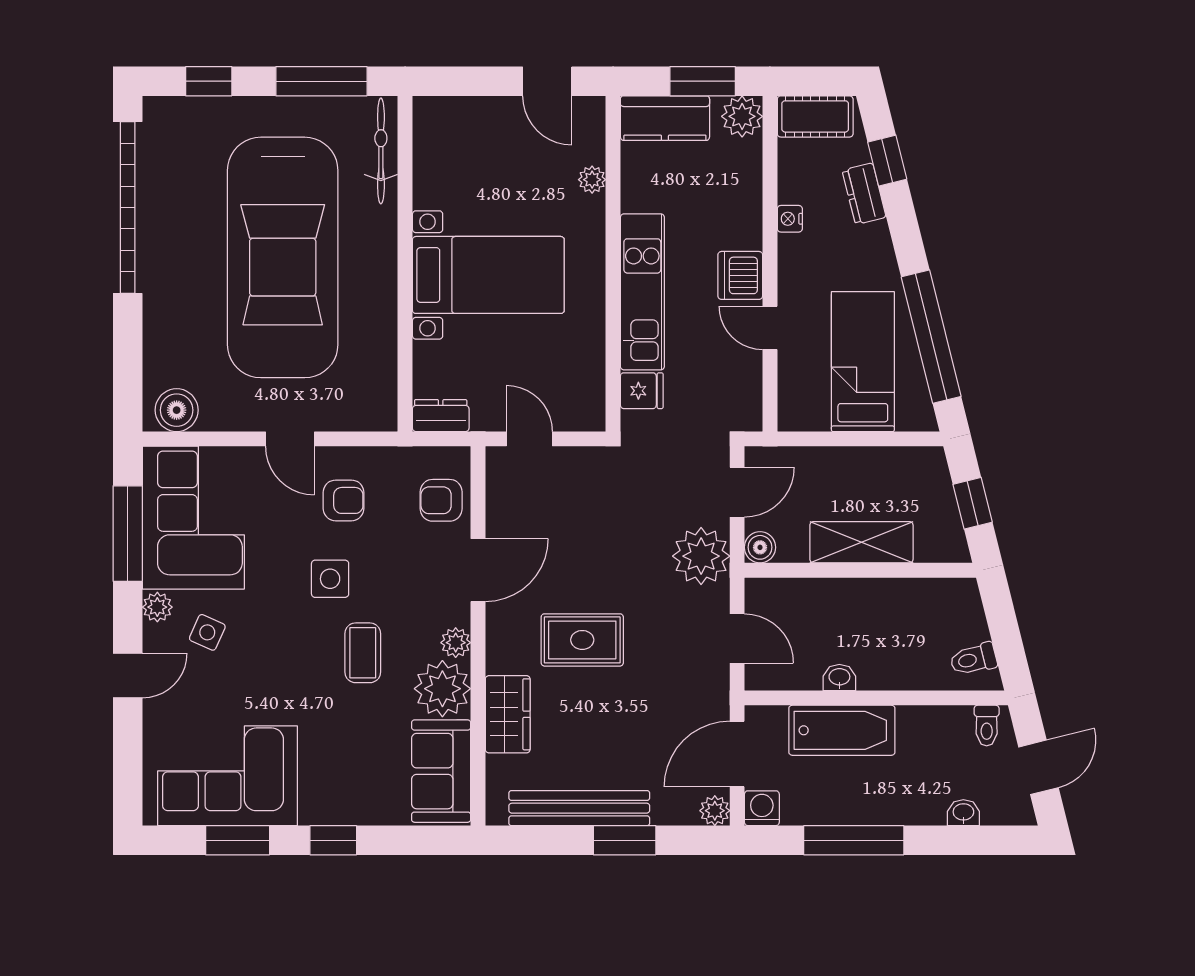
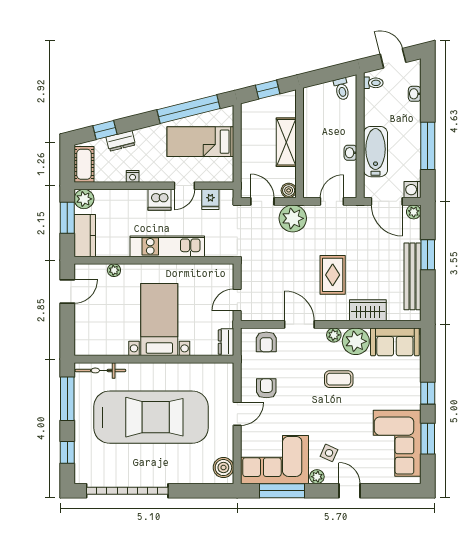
fridge: (642, 391) -> (210, 199), moved, turned 180
side table: (330, 579) -> (304, 395), removed

